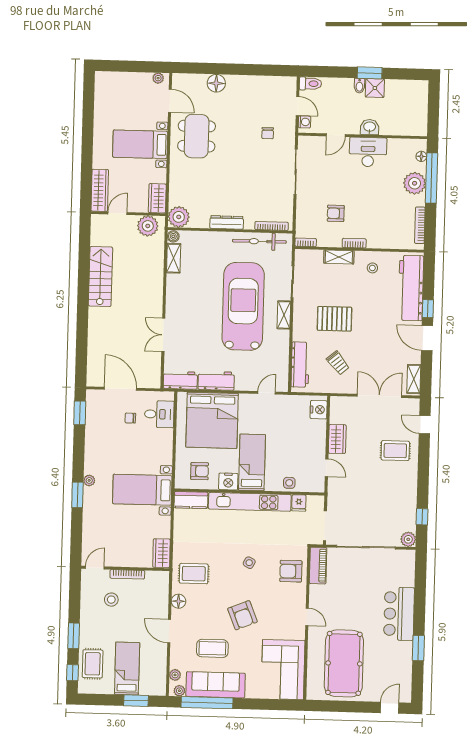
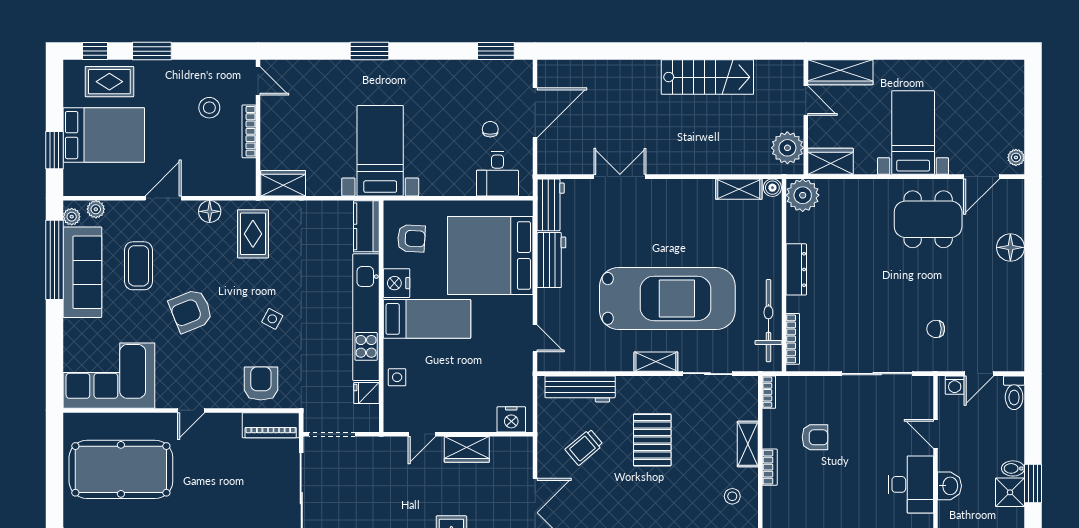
armchair: (336, 213) -> (815, 437), turned 90
armchair: (200, 471) -> (411, 238), turned -87
plant: (89, 480) -> (392, 68), removed
bed: (127, 668) -> (104, 135), width x1.50

